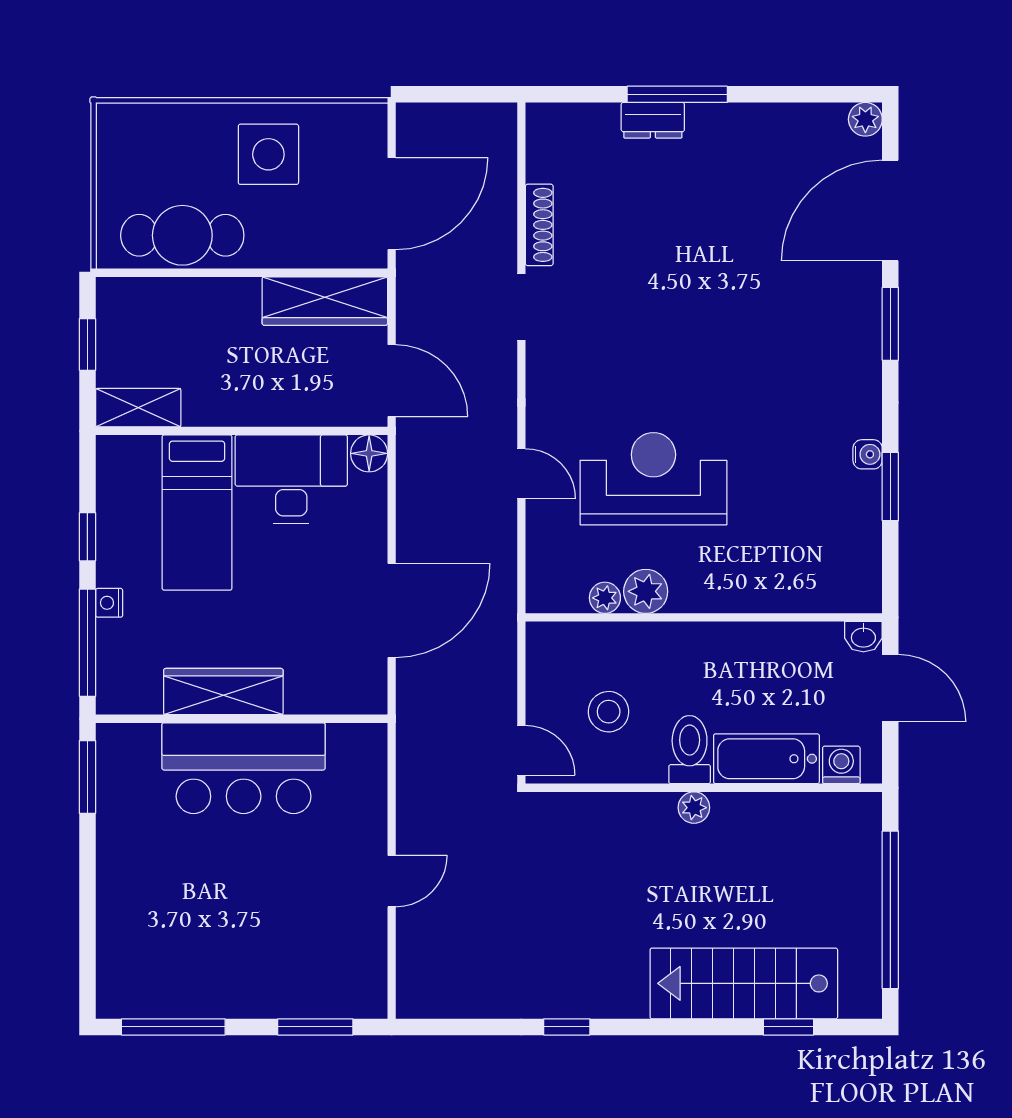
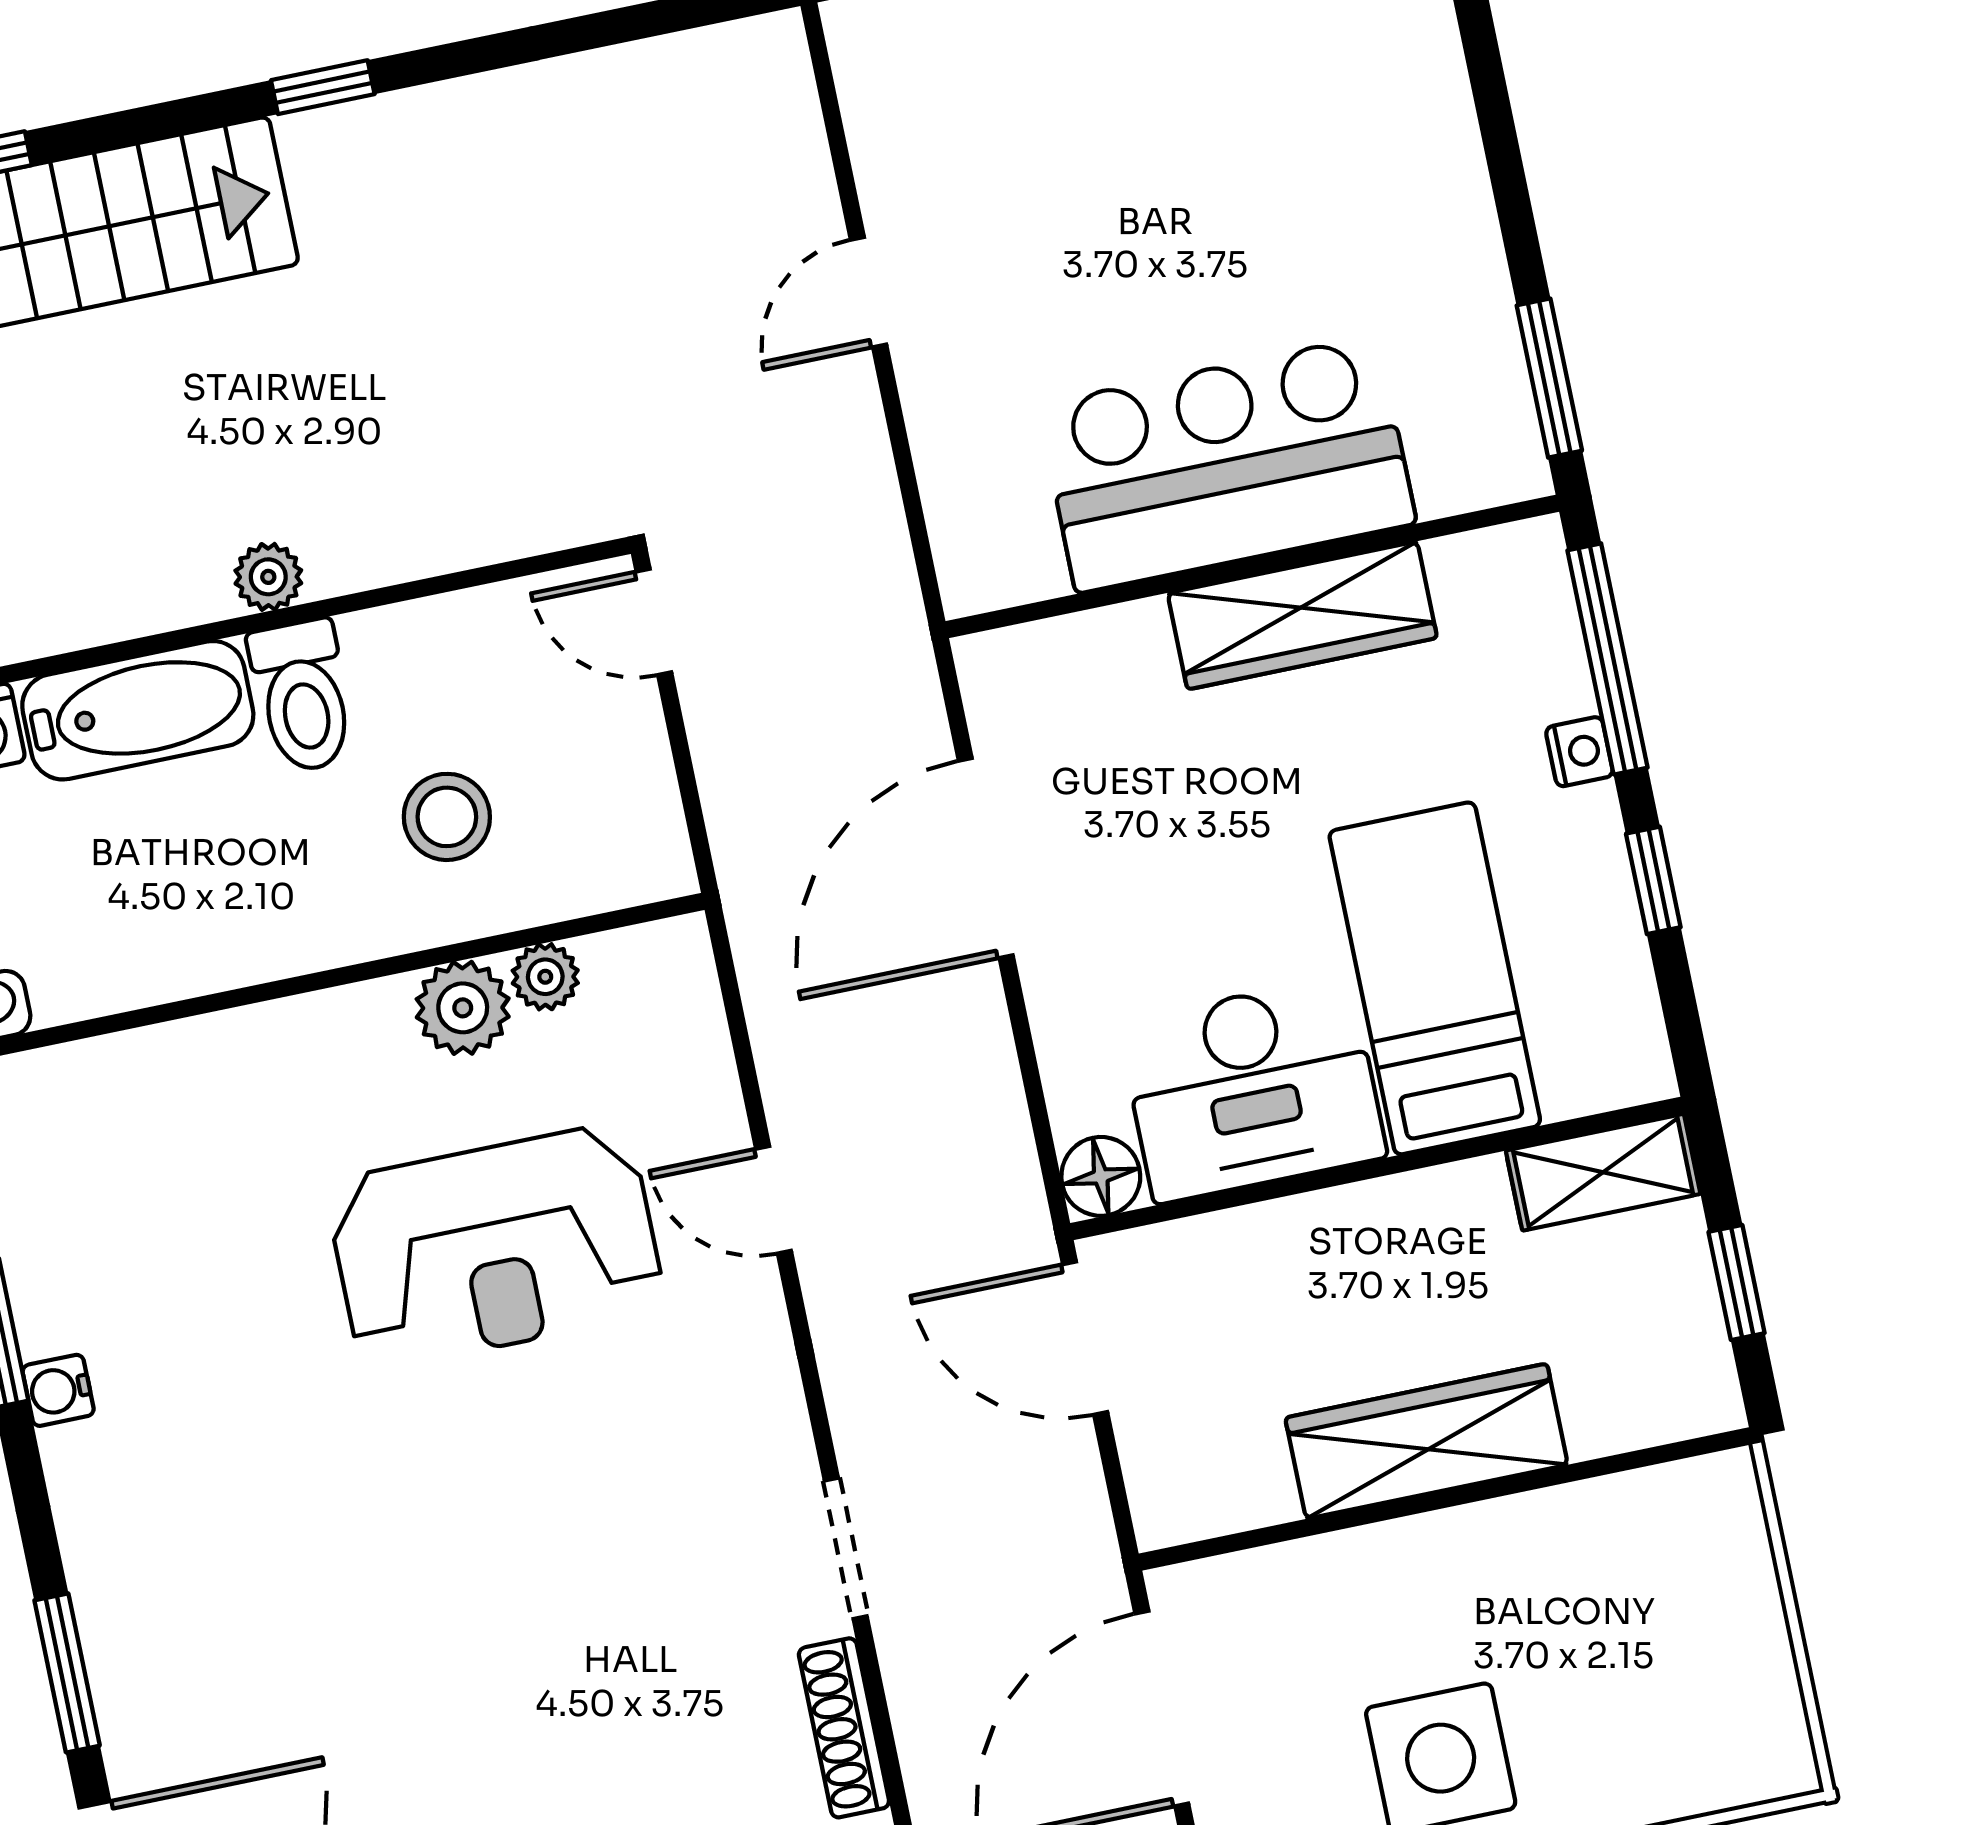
cafe table: (182, 235) -> (1585, 1552), removed
wardrobe: (325, 301) -> (1427, 1441), moved
stool: (609, 712) -> (447, 817), moved
window: (567, 1027) -> (323, 87), moved

